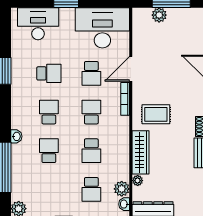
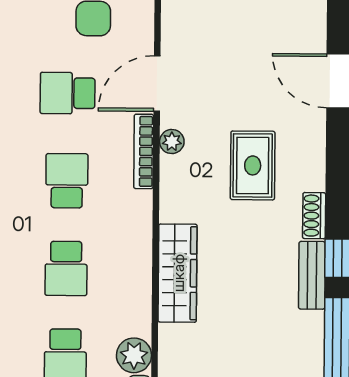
school desk: (91, 73) -> (68, 93), turned 90
rug: (156, 114) -> (253, 165), moved, turned 90
plant: (138, 181) -> (172, 141), moved

